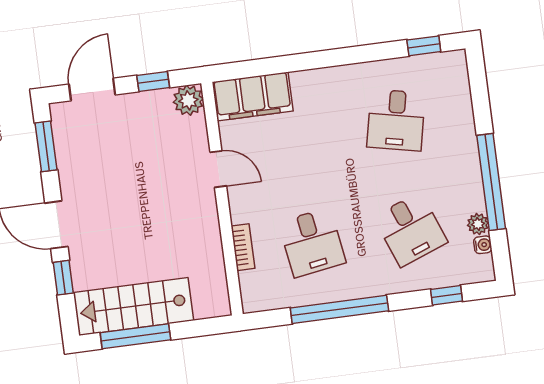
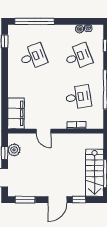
plant: (188, 100) -> (14, 150), moved
desk: (396, 120) -> (33, 57), turned -33
door: (218, 169) -> (44, 131), swing flipped
window: (491, 182) -> (35, 21), moved

